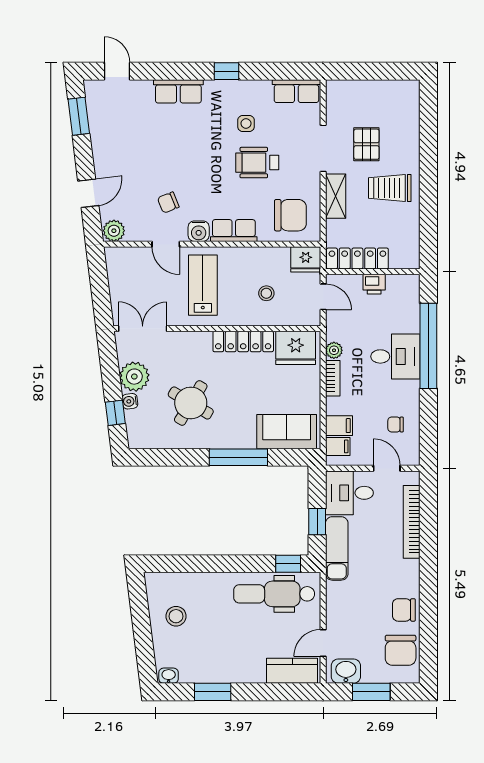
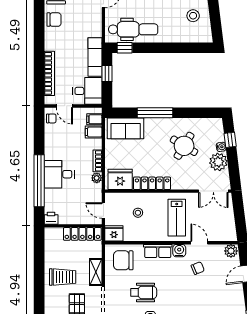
printer: (374, 284) -> (51, 218), moved
chair: (396, 424) -> (51, 118), moved

